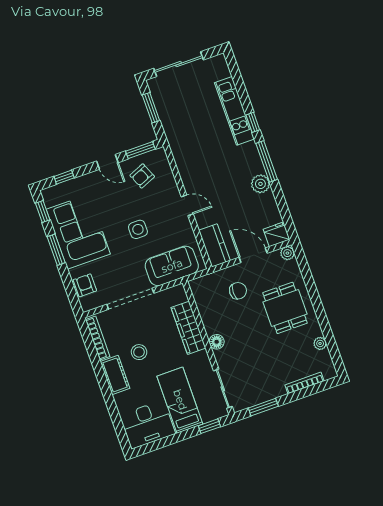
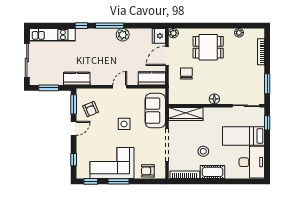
kitchen unit: (234, 111) -> (52, 35), moved
kitchen counter: (178, 142) -> (77, 79), added
wardrobe: (188, 328) -> (186, 114), moved

